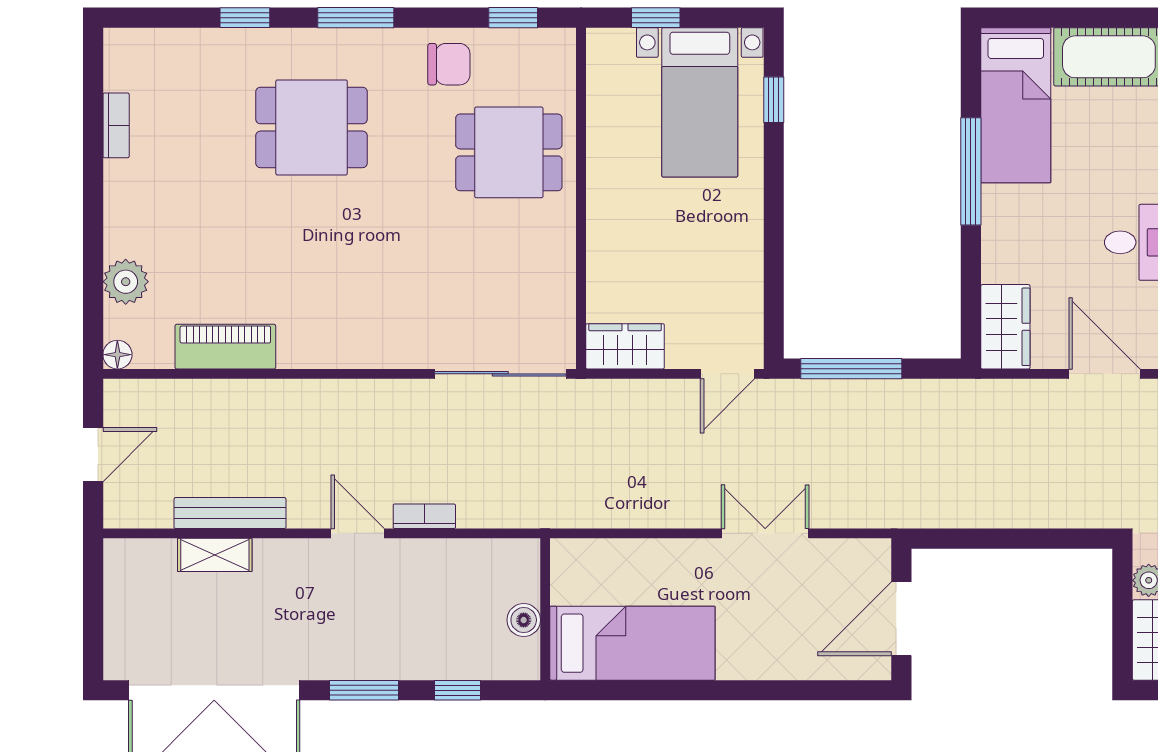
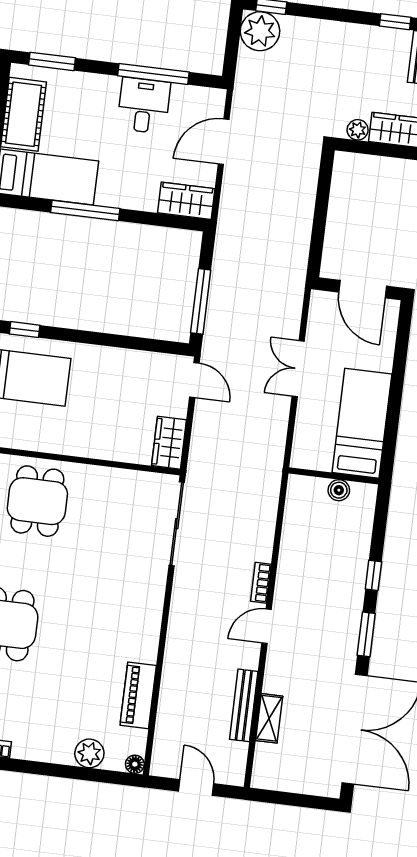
wall: (545, 609) -> (334, 476), moved
boiler: (524, 620) -> (339, 490), moved
bed: (632, 643) -> (362, 423), moved

